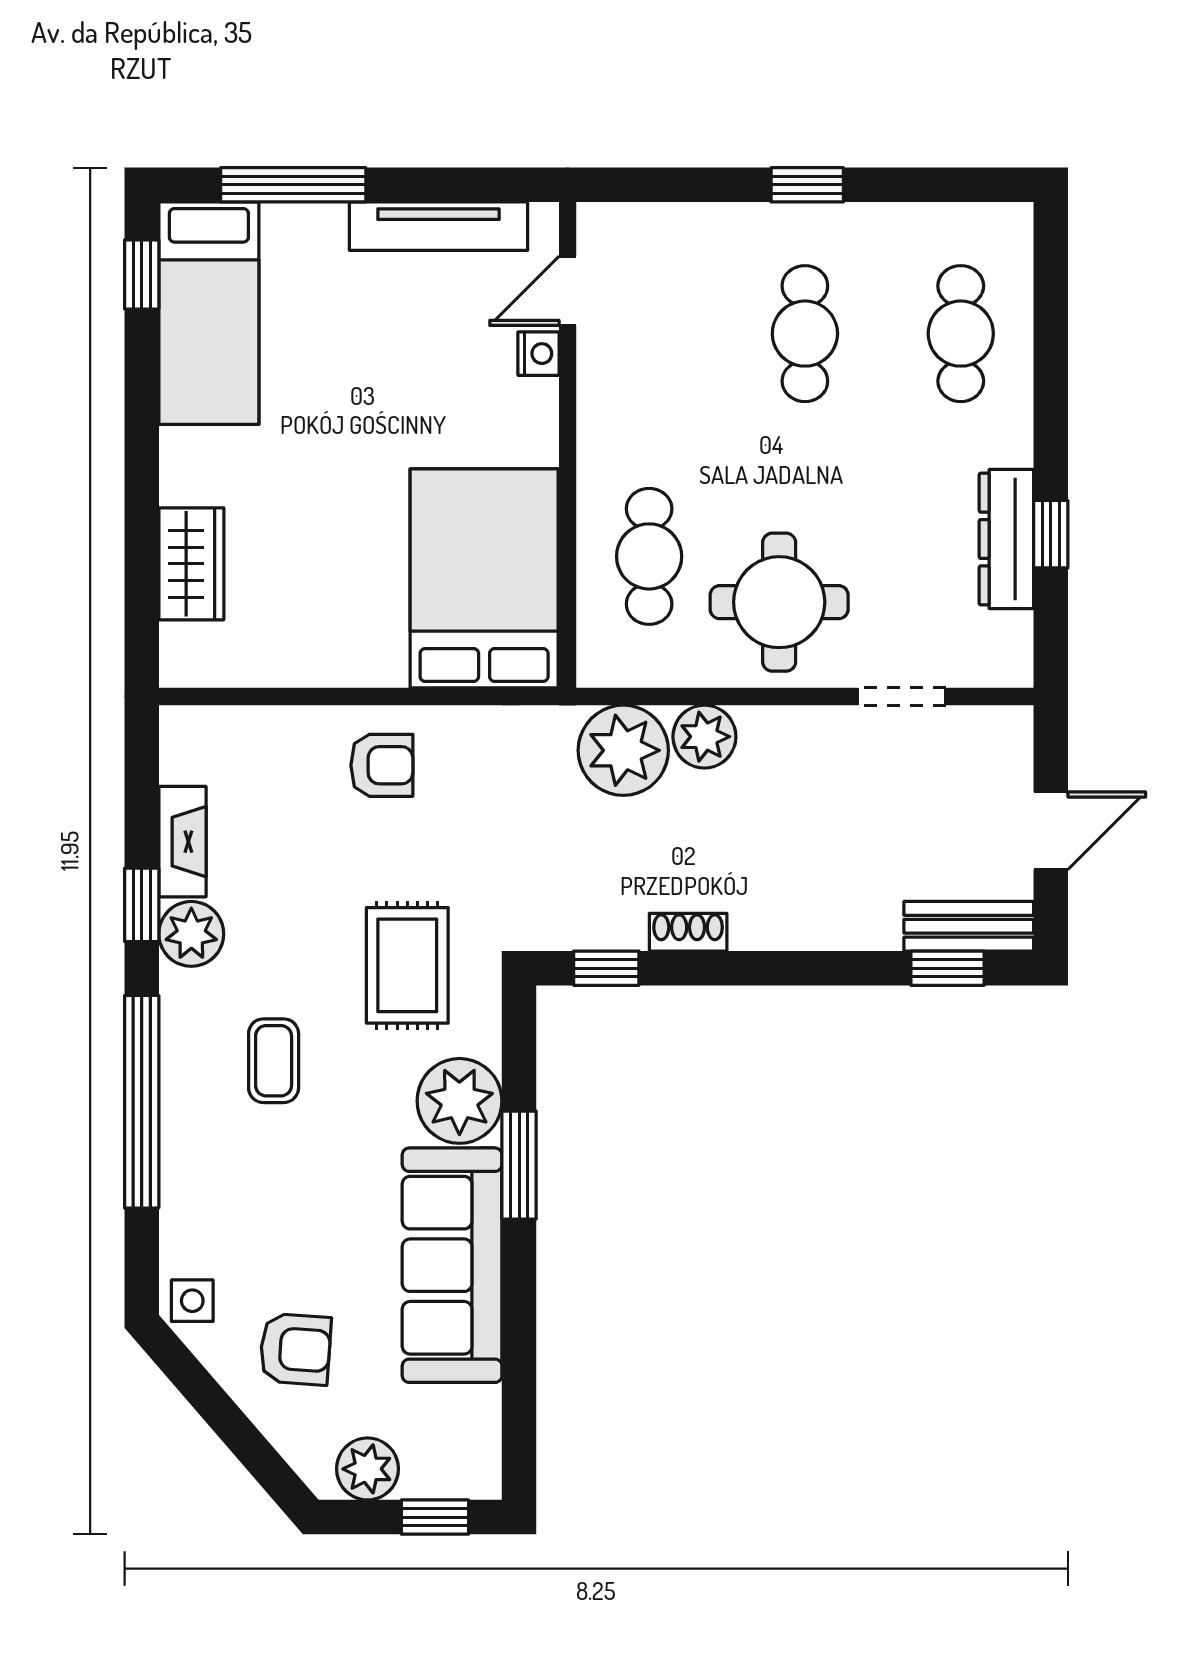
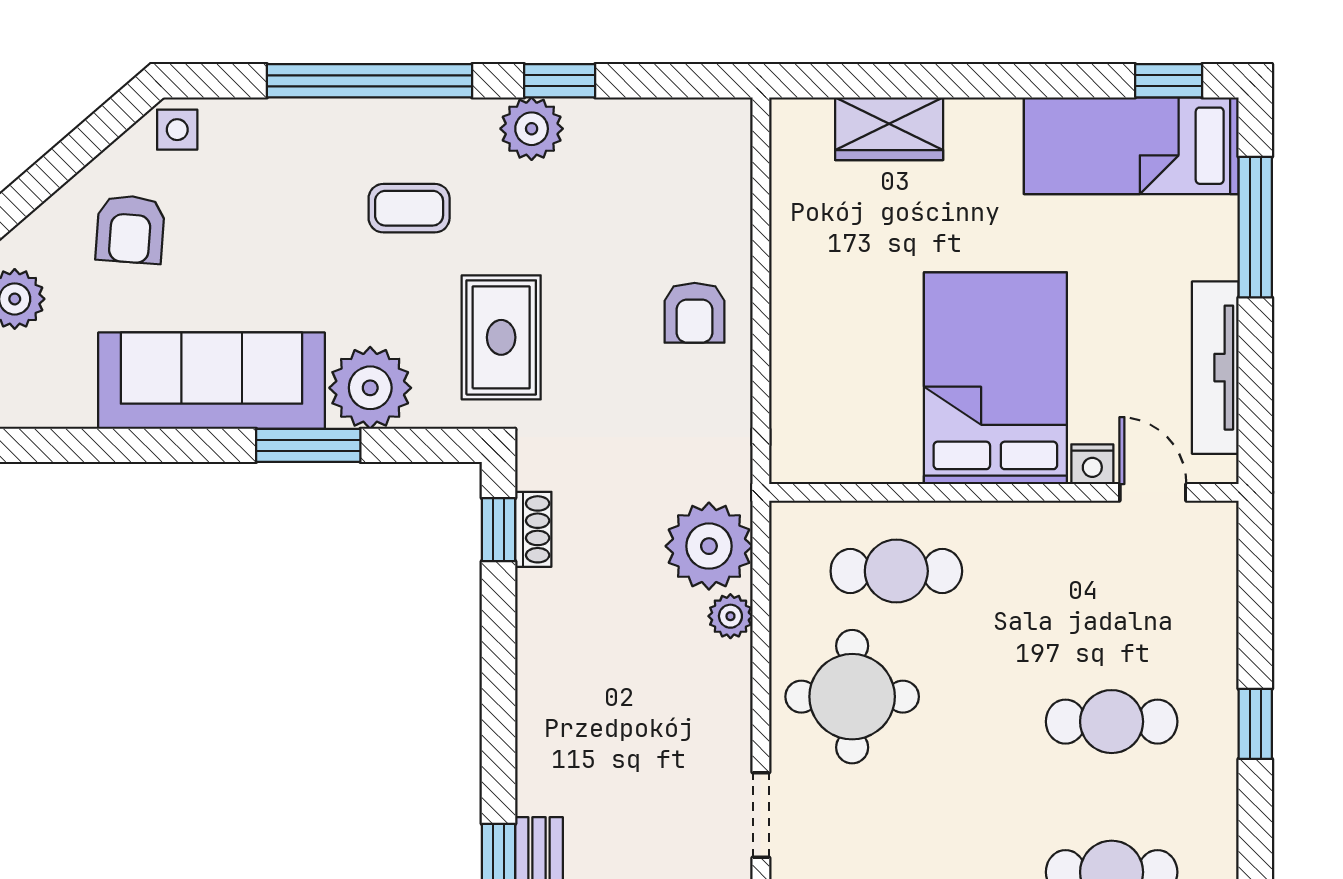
bed: (484, 578) -> (995, 378), moved, turned -90
plant: (704, 737) -> (730, 616), width x0.73, depth x0.73
fireplace: (182, 842) -> (621, 120), removed
shoe rack: (688, 932) -> (533, 529), moved
rug: (407, 965) -> (501, 337), turned 90

